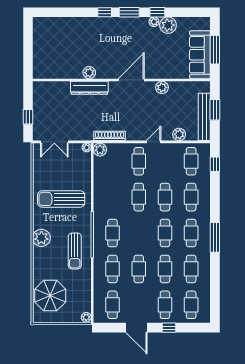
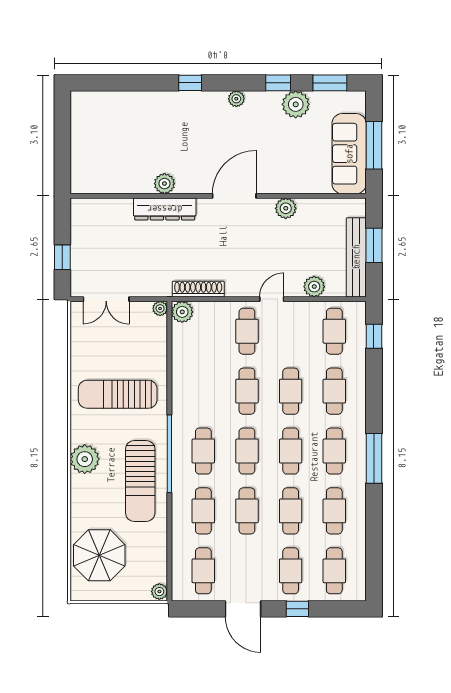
window: (129, 12) -> (330, 83), moved
plant: (154, 22) -> (236, 99), moved
cafe table: (139, 233) -> (247, 451), added
sun lounger: (75, 251) -> (140, 481), width x1.36, depth x1.34

